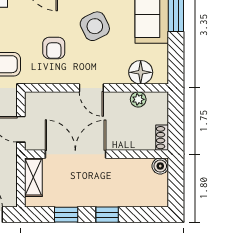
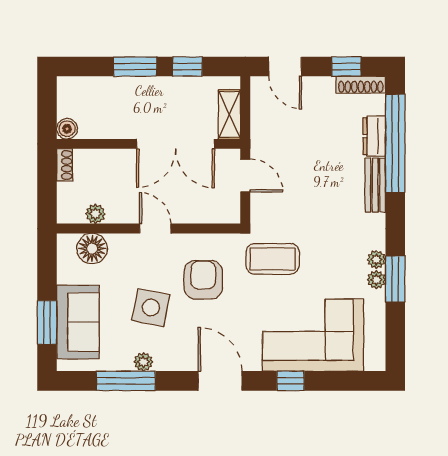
side table: (95, 26) -> (151, 308), turned 37
armchair: (54, 48) -> (203, 280), width x1.38, depth x1.38
window: (107, 215) -> (135, 67), width x1.50

